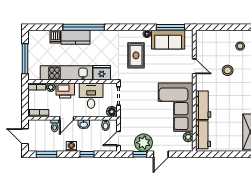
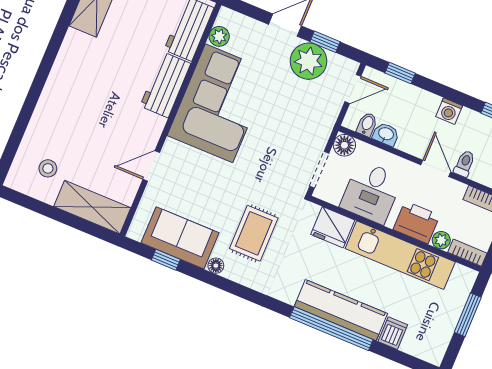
window: (170, 27) -> (166, 260), width x0.46
kitchen counter: (76, 37) -> (341, 310), width x1.50
shelving: (213, 37) -> (92, 207), added
window: (25, 59) -> (468, 315), width x0.69
door: (194, 66) -> (151, 166), hinge flipped
stool: (228, 70) -> (91, 132), removed
door: (67, 118) -> (436, 168), hinge flipped
washbasin: (84, 124) -> (386, 134), moved
window: (87, 154) -> (400, 73), moved

